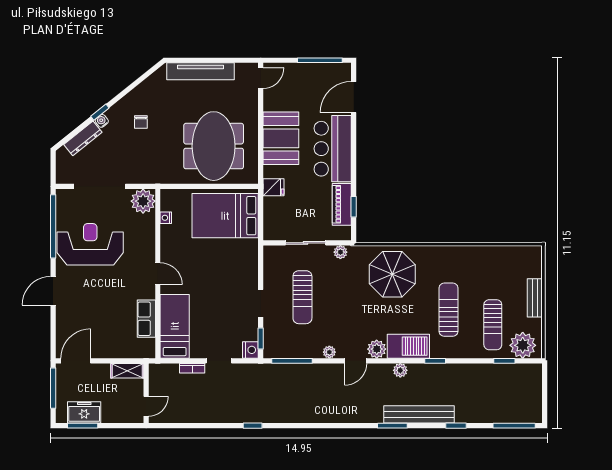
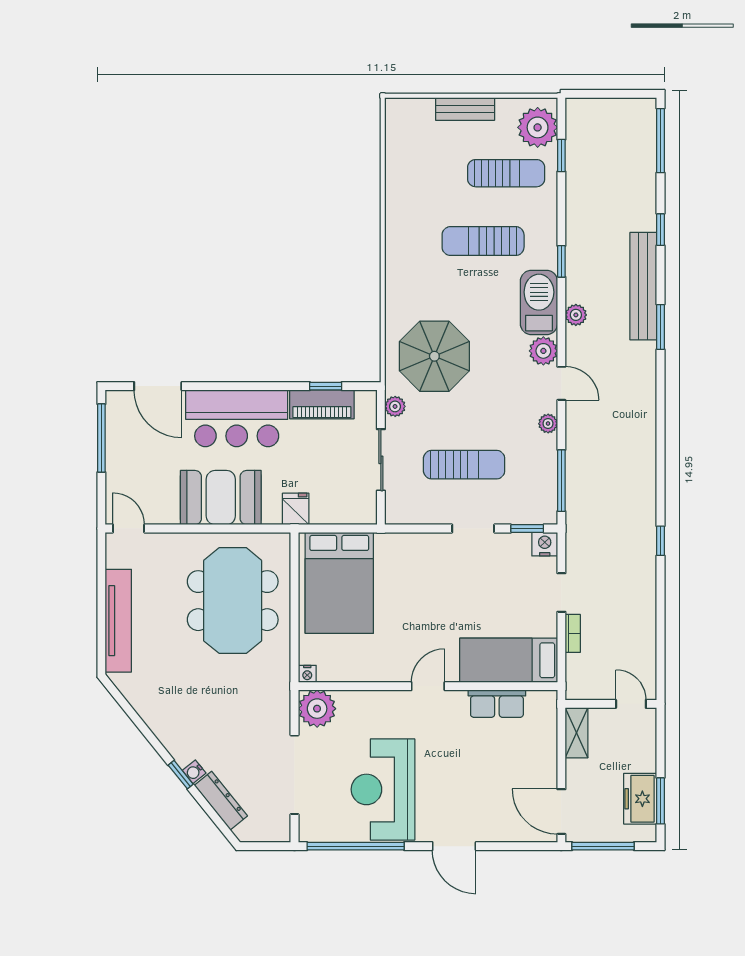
chair: (141, 122) -> (196, 712), removed
meeting table: (214, 146) -> (233, 601), turned 90
nightstand: (166, 218) -> (307, 674), moved
parasol: (392, 274) -> (434, 356), moved

